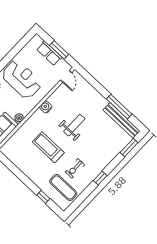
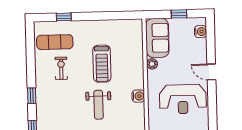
treadmill: (48, 147) -> (102, 64), turned 90
window: (100, 178) -> (32, 96), moved

